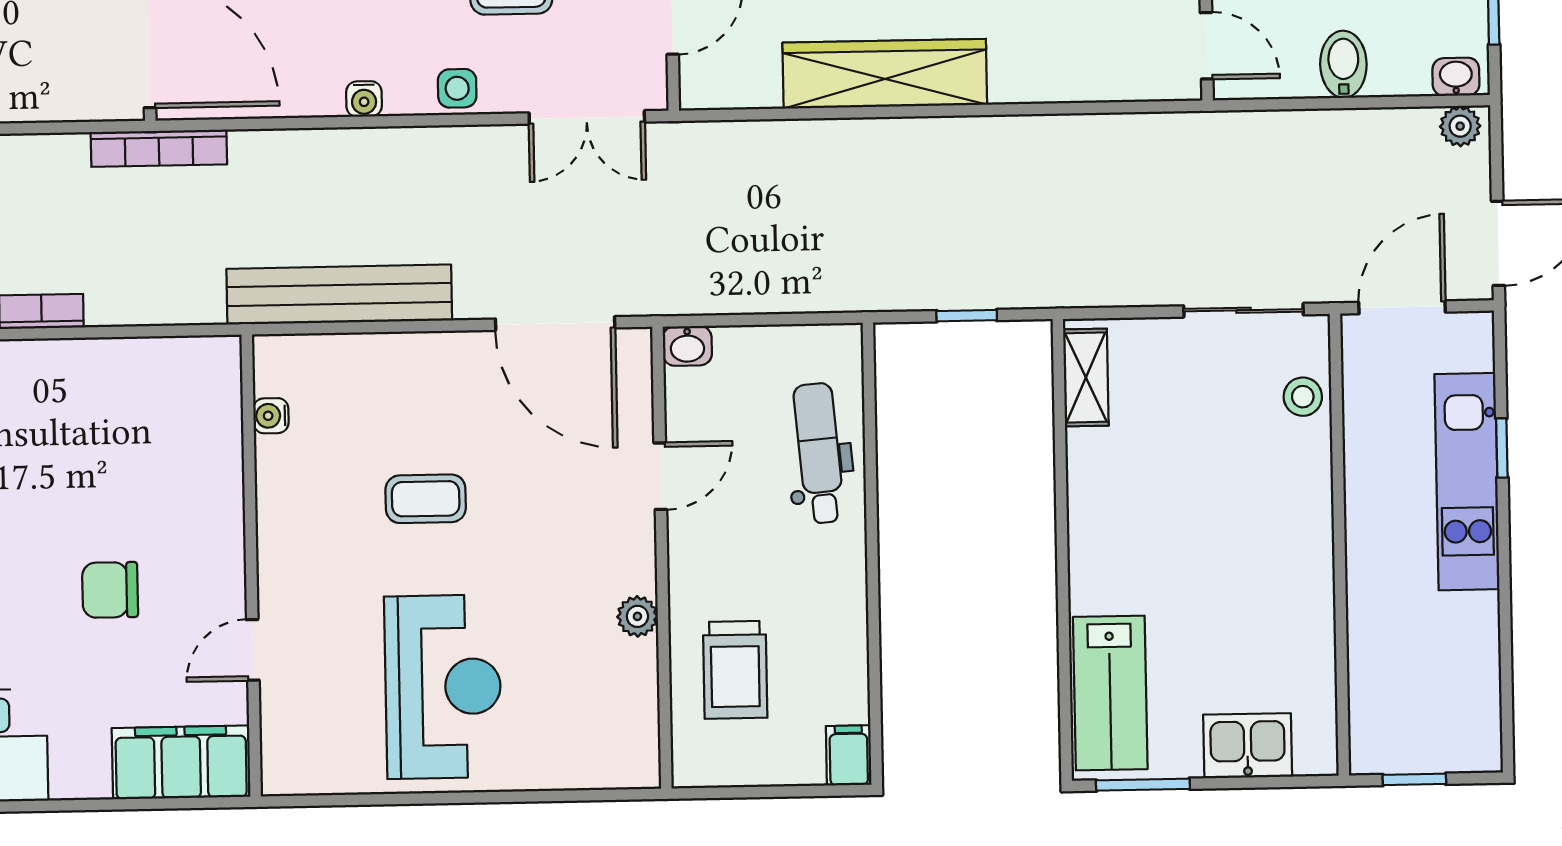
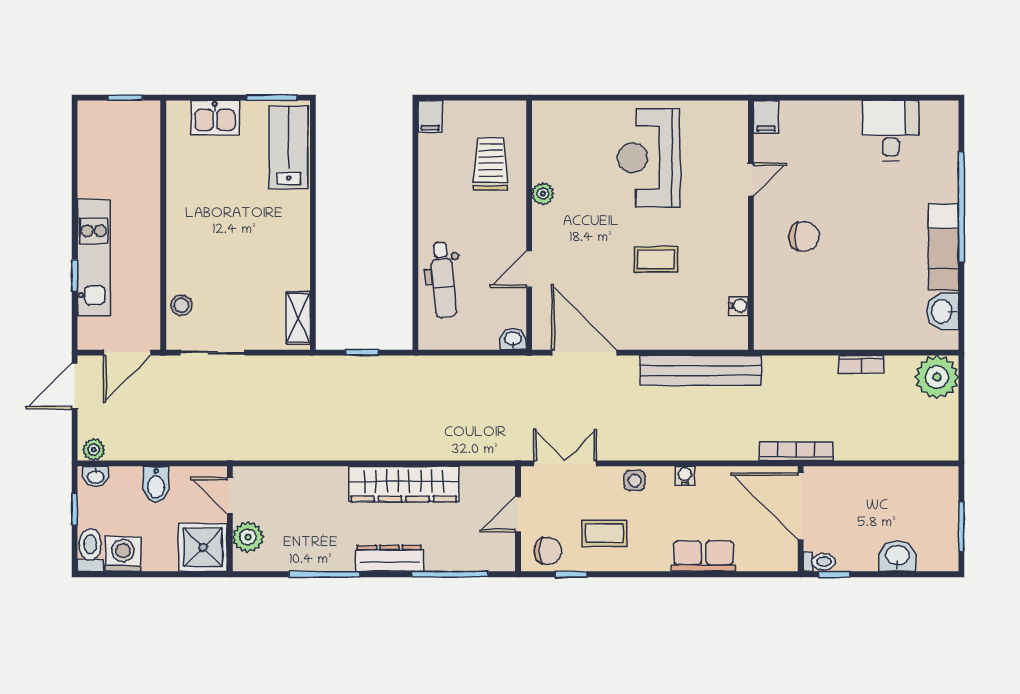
chair: (110, 590) -> (804, 236), moved
filing cabinet: (181, 762) -> (766, 117), width x0.33, depth x0.86

